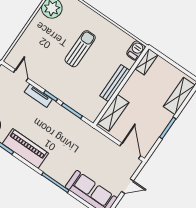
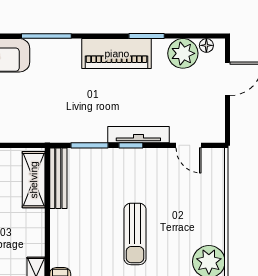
bench: (115, 83) -> (58, 178), moved
tv unit: (38, 96) -> (138, 135), width x1.41

